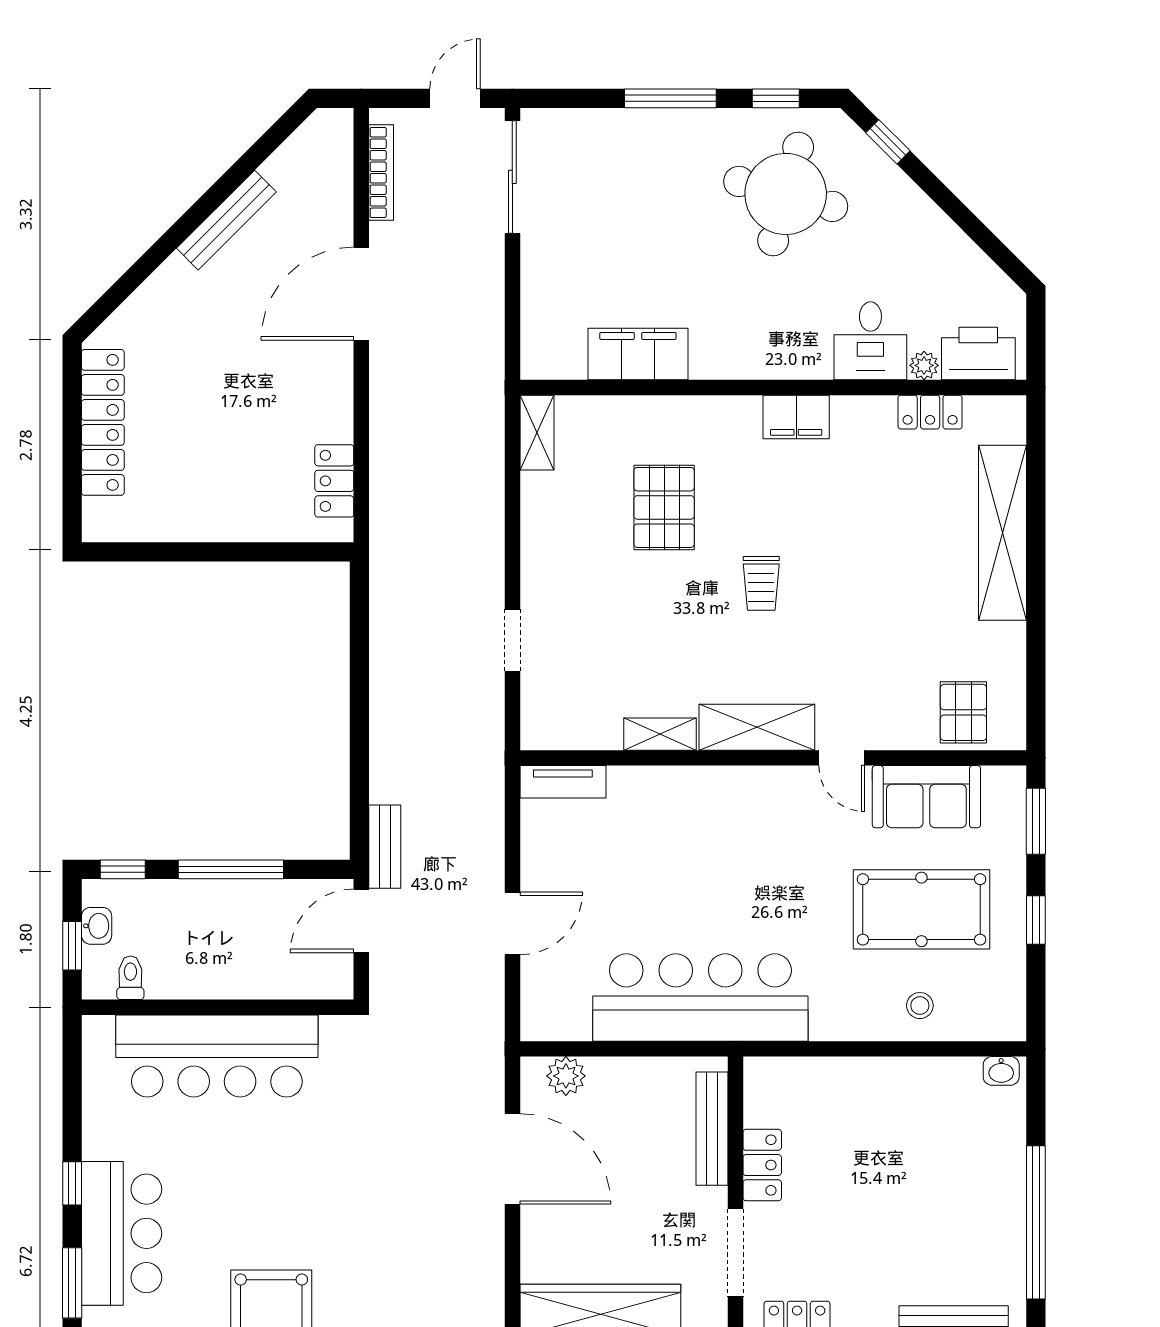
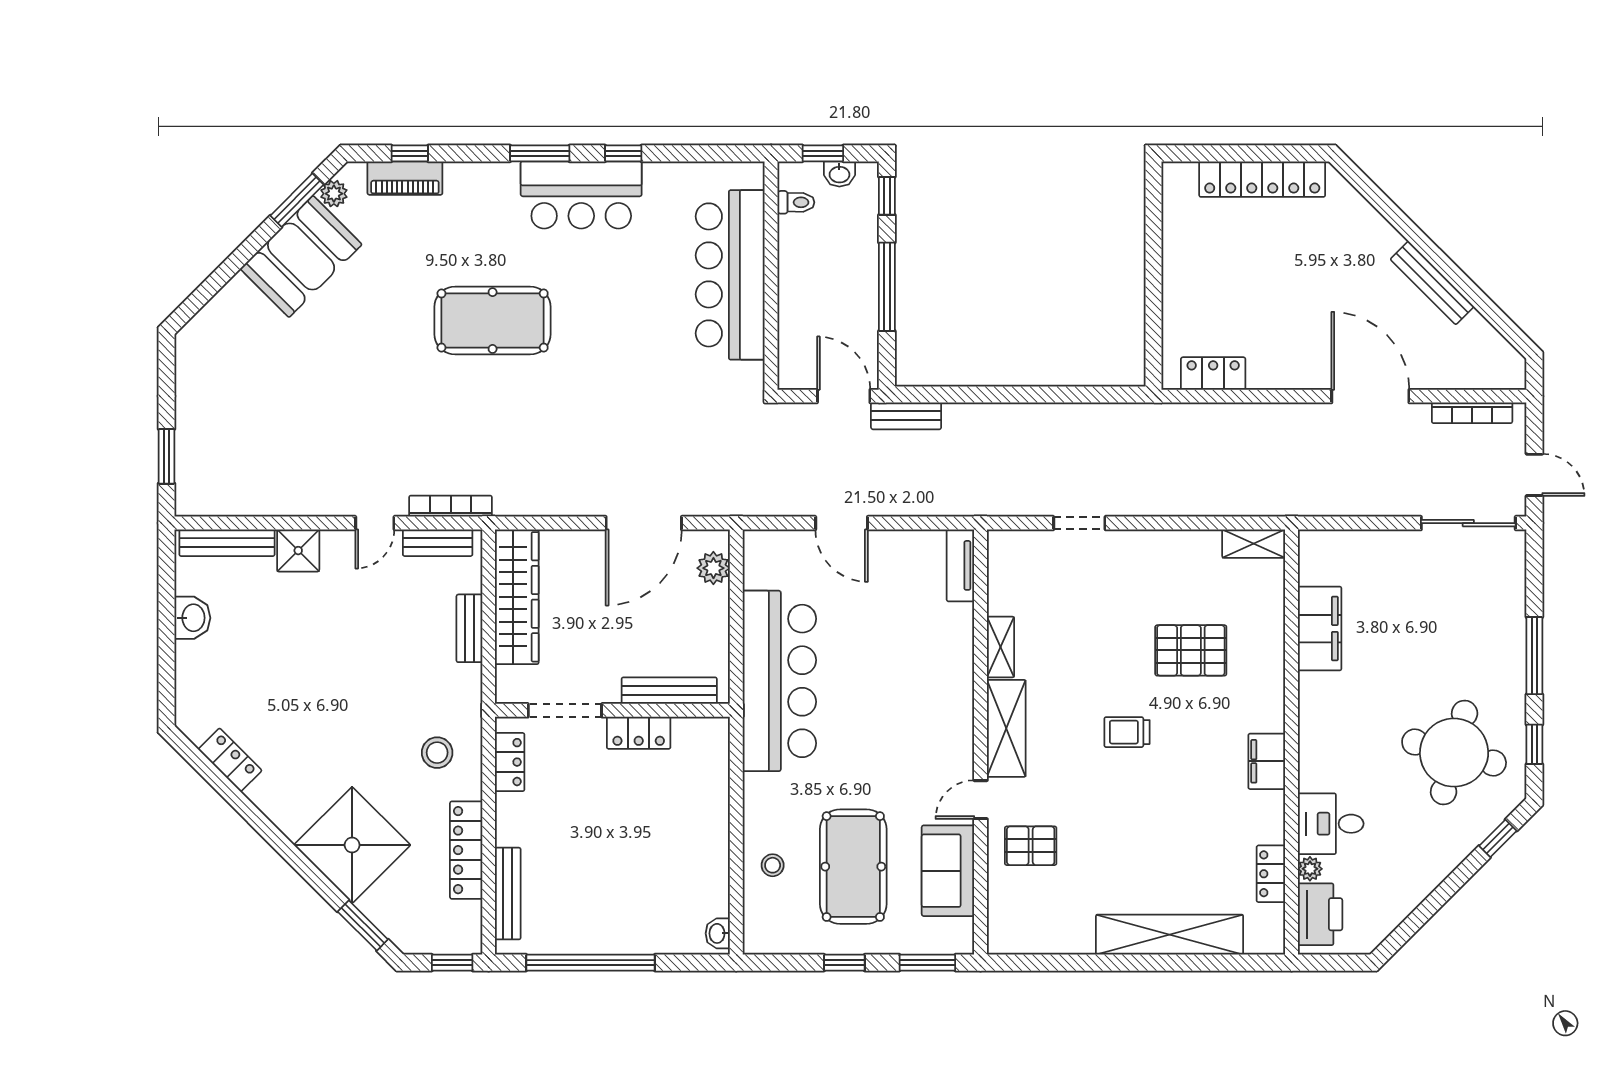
pallet: (963, 712) -> (1031, 846), moved

